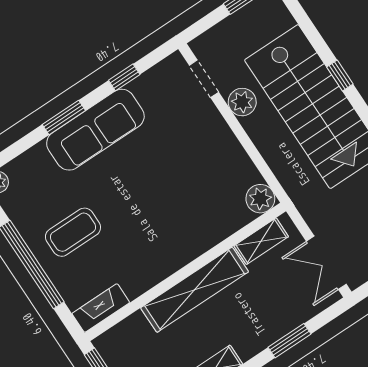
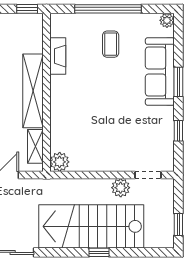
sofa: (95, 130) -> (160, 71), moved
coffee table: (73, 232) -> (111, 44), width x0.73, depth x0.77
fireplace: (101, 308) -> (58, 56), moved

